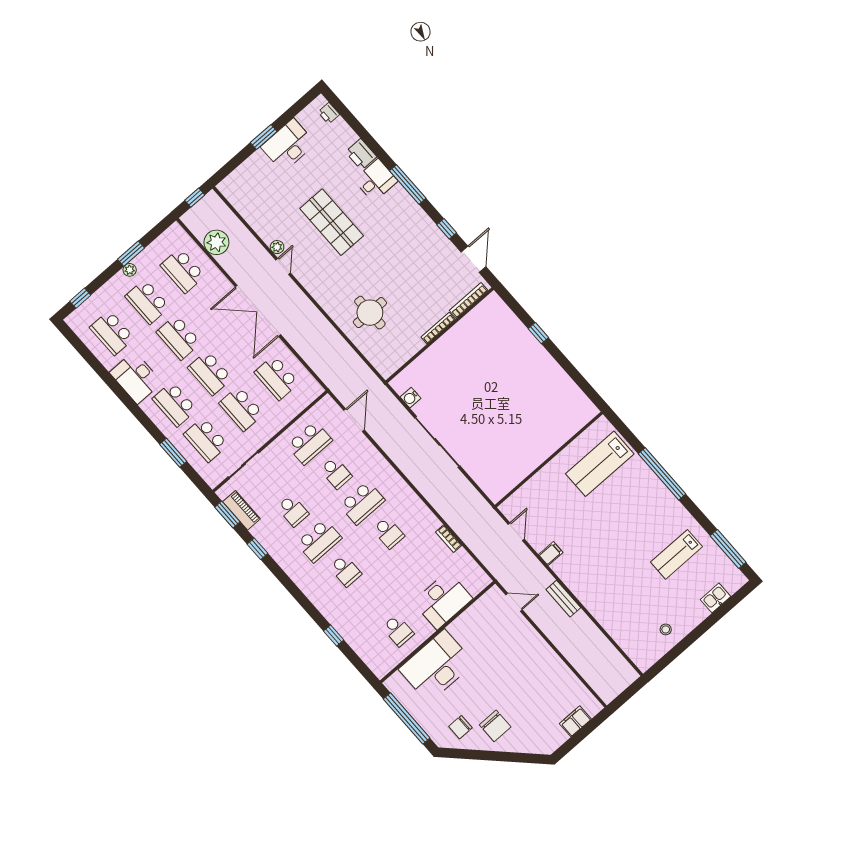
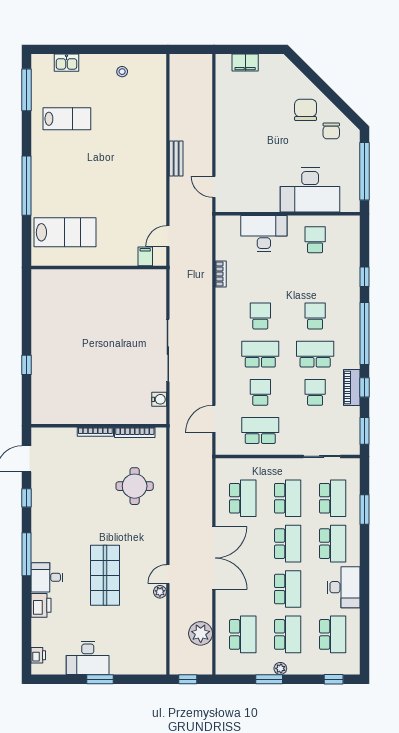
bookcase: (469, 300) -> (135, 432), moved
piano: (241, 510) -> (352, 388), moved
filing cabinet: (551, 554) -> (145, 256), moved, turned 90
window: (295, 591) -> (365, 333), added
chair: (460, 727) -> (331, 131), turned 90

